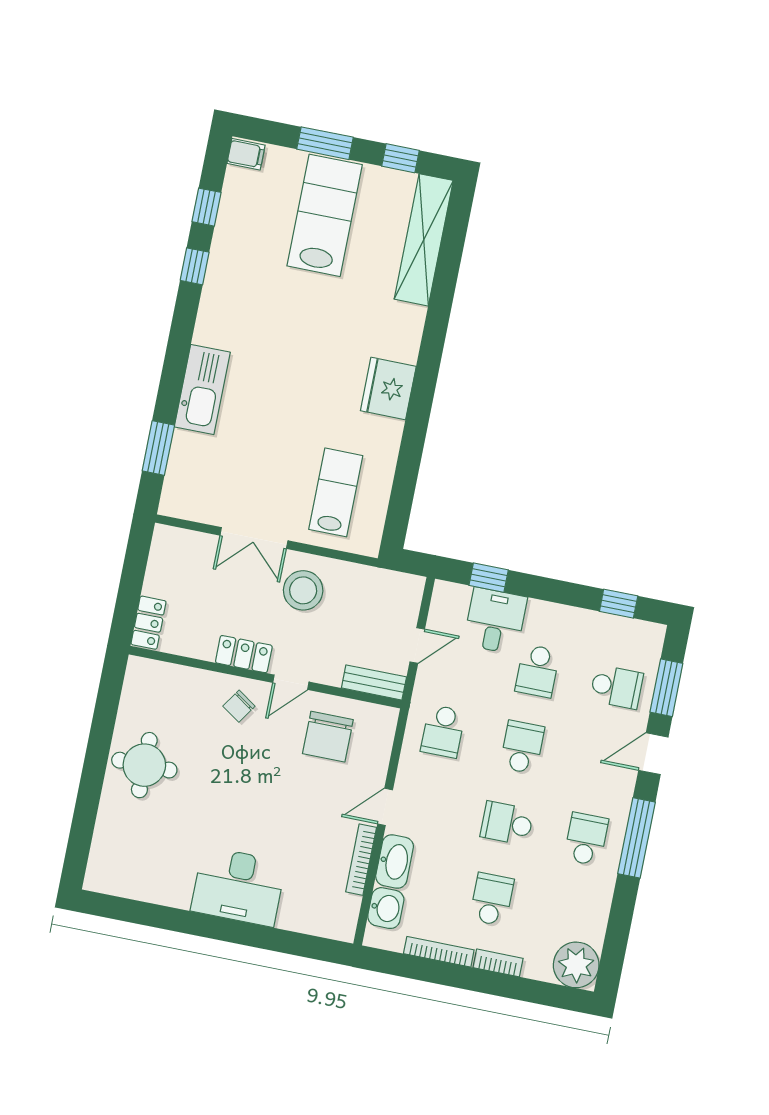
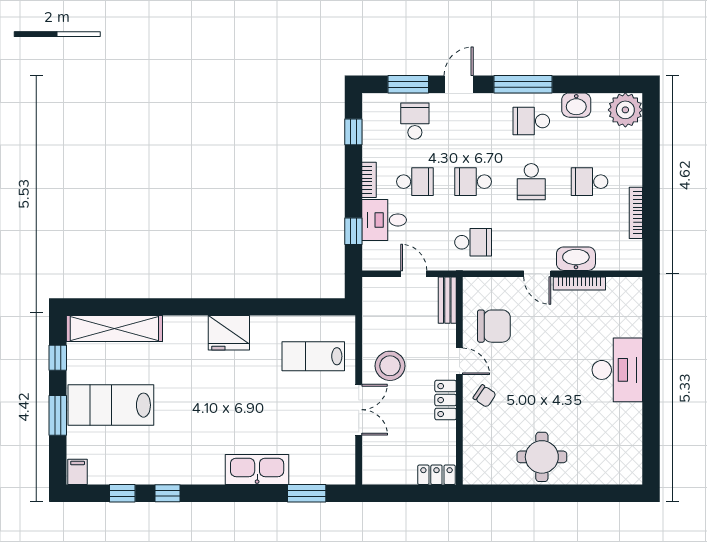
door: (653, 754) -> (459, 84), swing flipped
washbasin: (386, 908) -> (576, 105), moved, turned 180
bookcase: (498, 963) -> (369, 180), moved, turned 180

